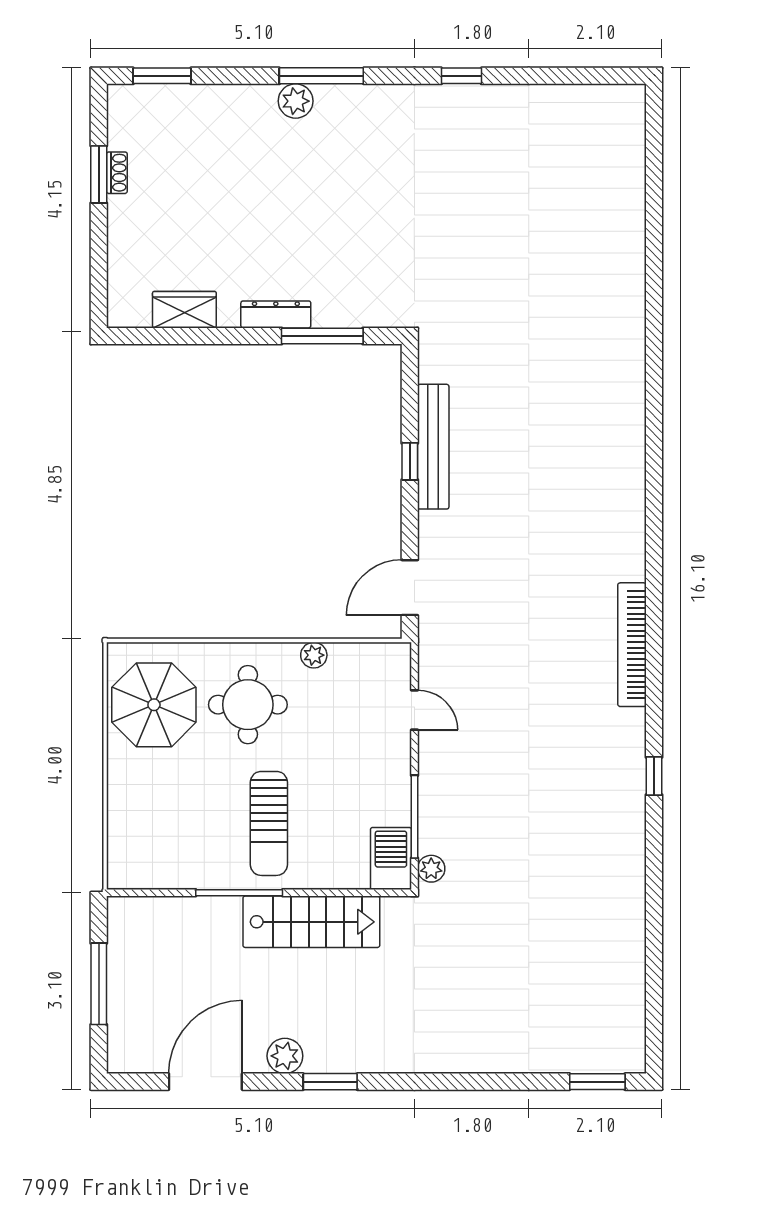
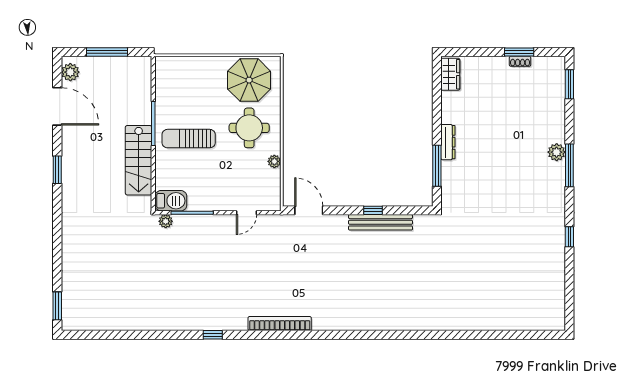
wardrobe: (184, 310) -> (450, 74), moved
plant: (285, 1056) -> (70, 72), moved

